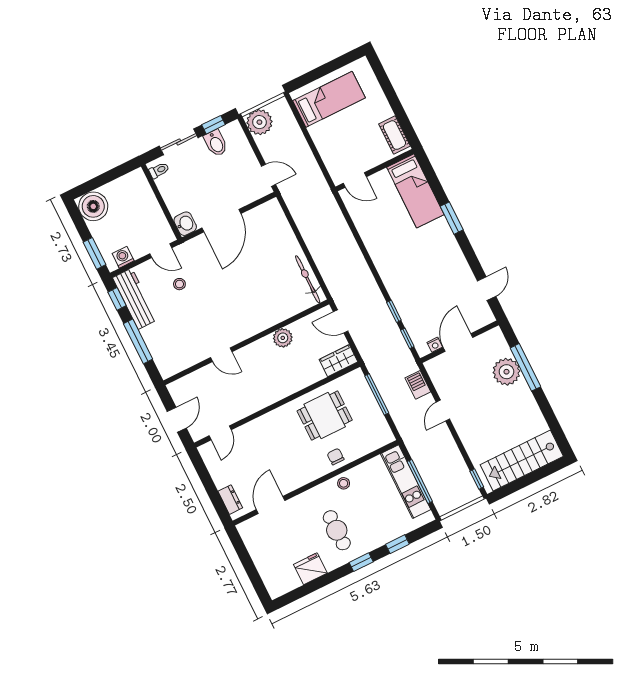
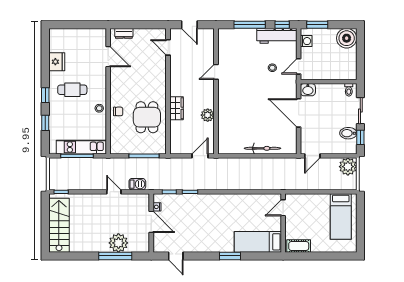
bicycle: (308, 279) -> (262, 148), moved
wardrobe: (338, 361) -> (177, 108), moved

